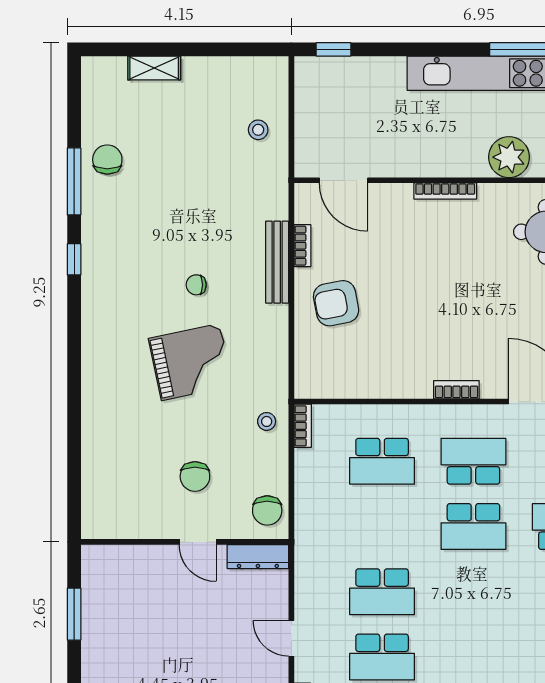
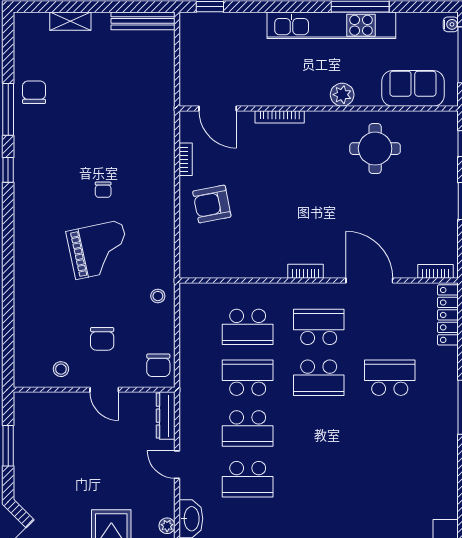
stool: (258, 130) -> (61, 369), moved
plant: (509, 157) -> (342, 95), width x0.73, depth x0.73
bookcase: (445, 191) -> (280, 117), moved
bench: (277, 262) -> (143, 21), moved, turned 90
chair: (196, 285) -> (103, 190), turned -90
bookcase: (303, 426) -> (186, 299), removed
school desk: (382, 526) -> (248, 378), added
dresser: (258, 557) -> (166, 416), moved, turned 90

